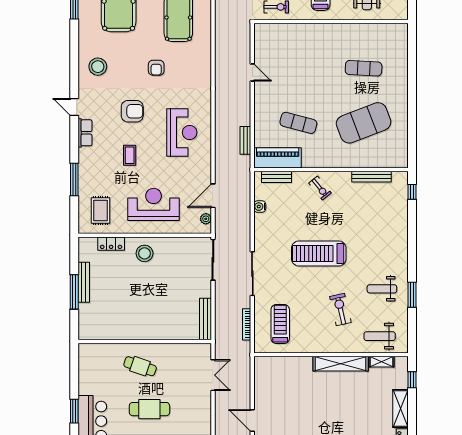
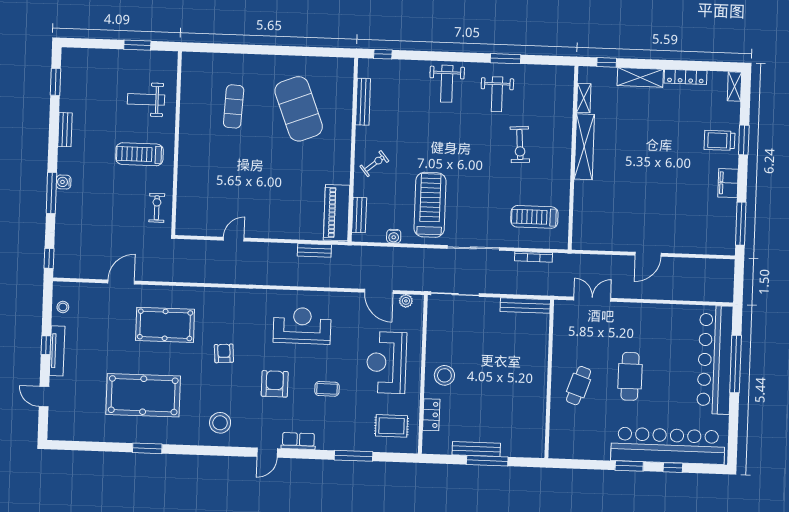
armchair: (156, 68) -> (224, 353), turned -94
exercise mat: (298, 123) -> (296, 186), removed
treadmill: (319, 254) -> (430, 205), moved, turned 180
exercise bike: (340, 309) -> (520, 145), turned -81
weight bench: (380, 336) -> (447, 84), moved

